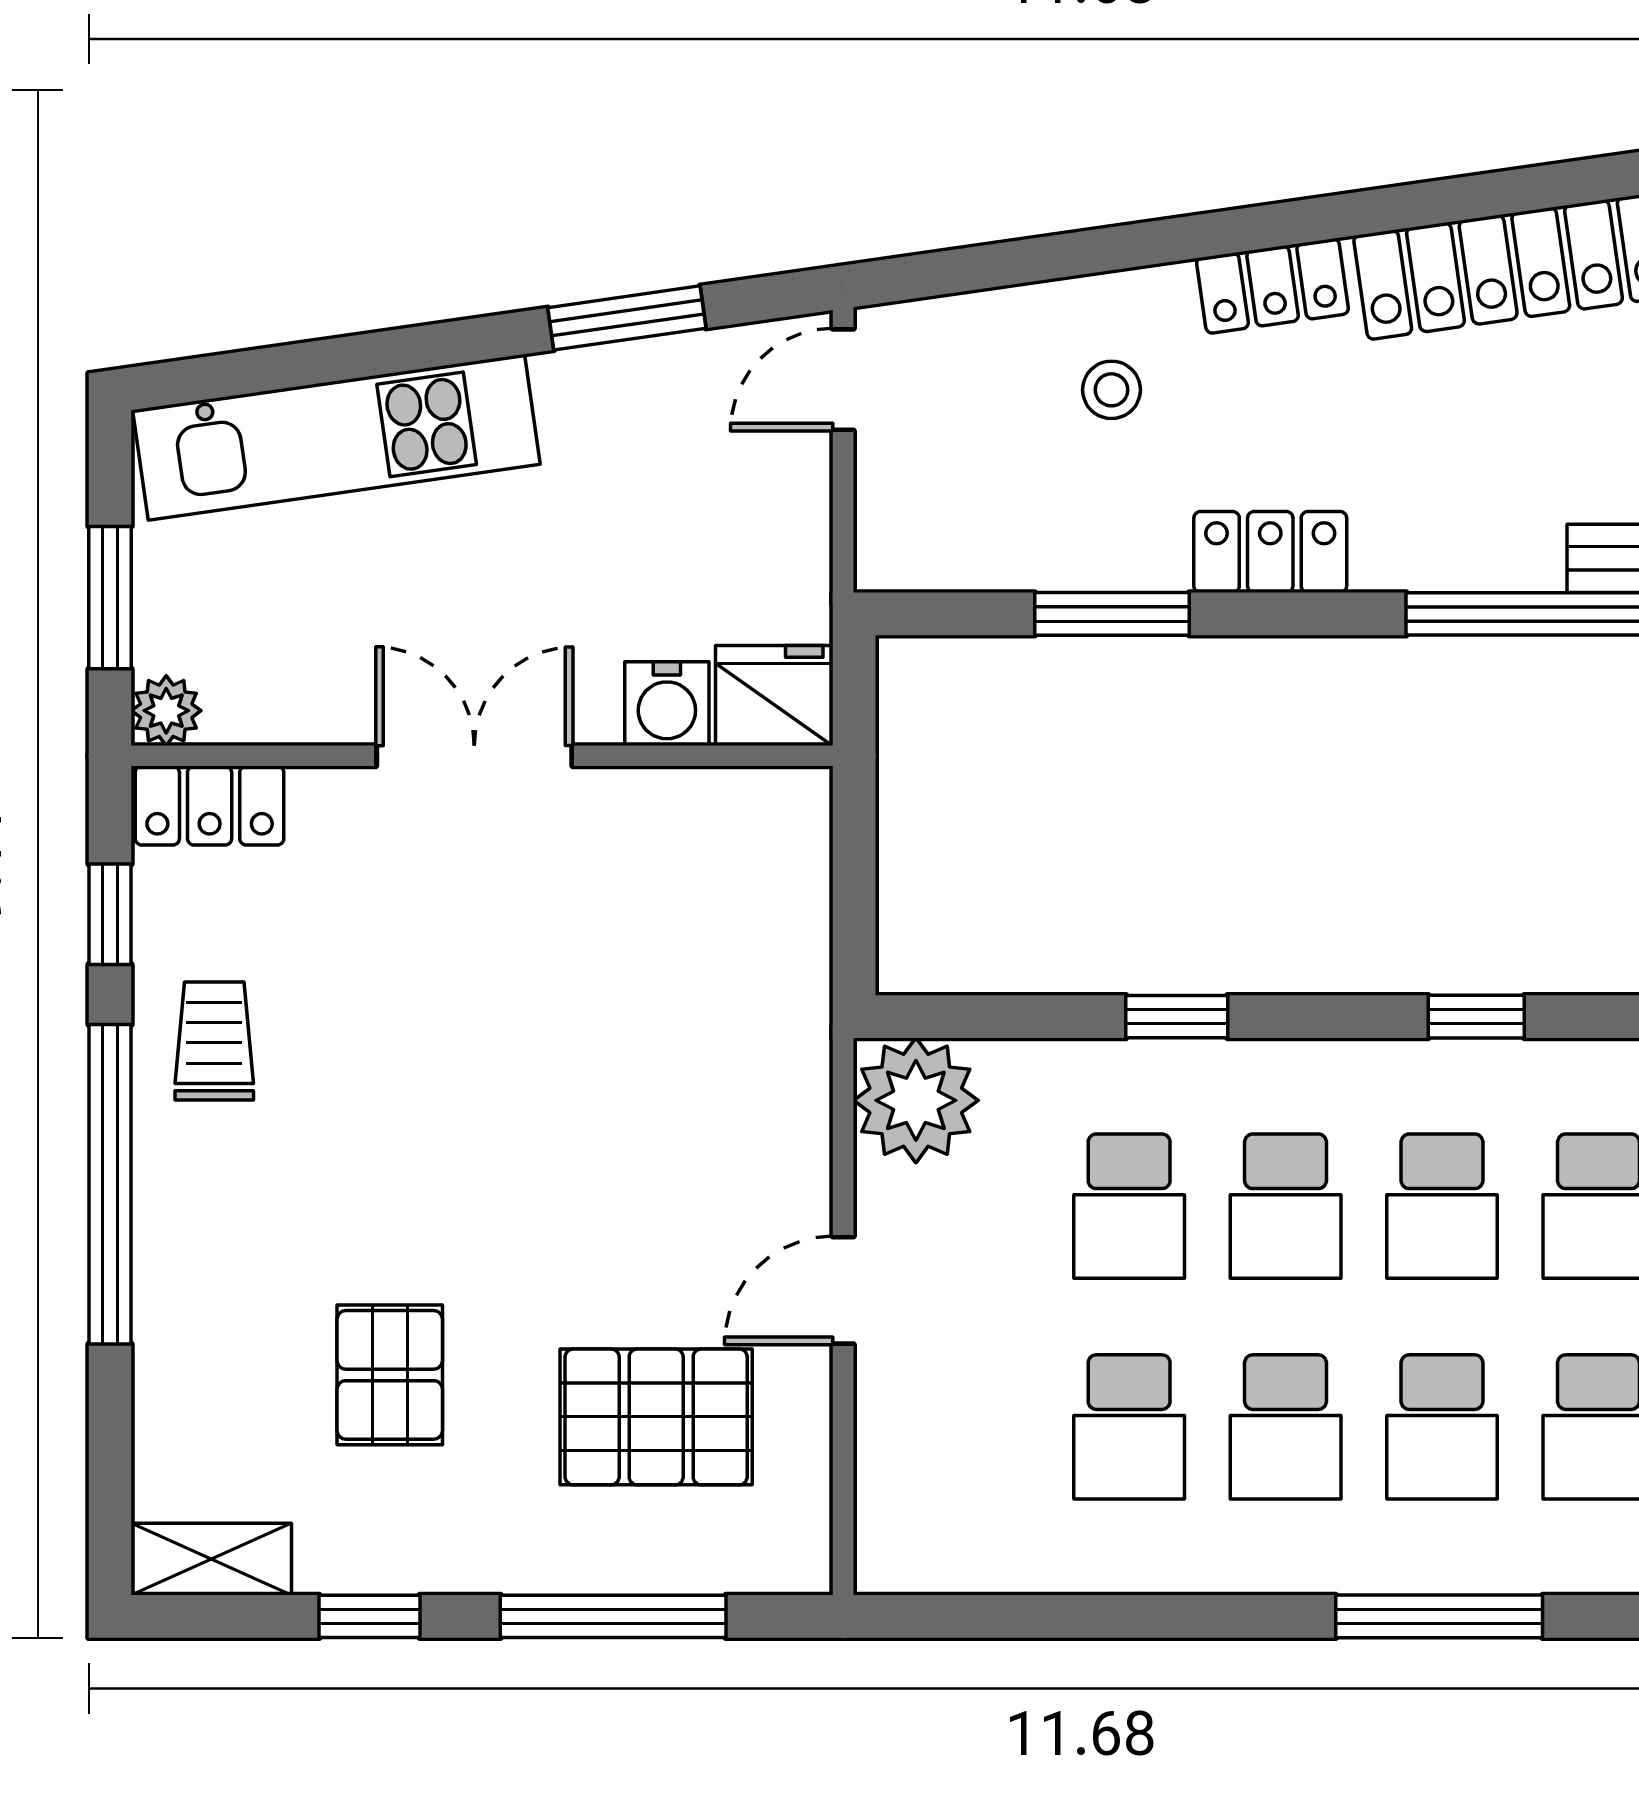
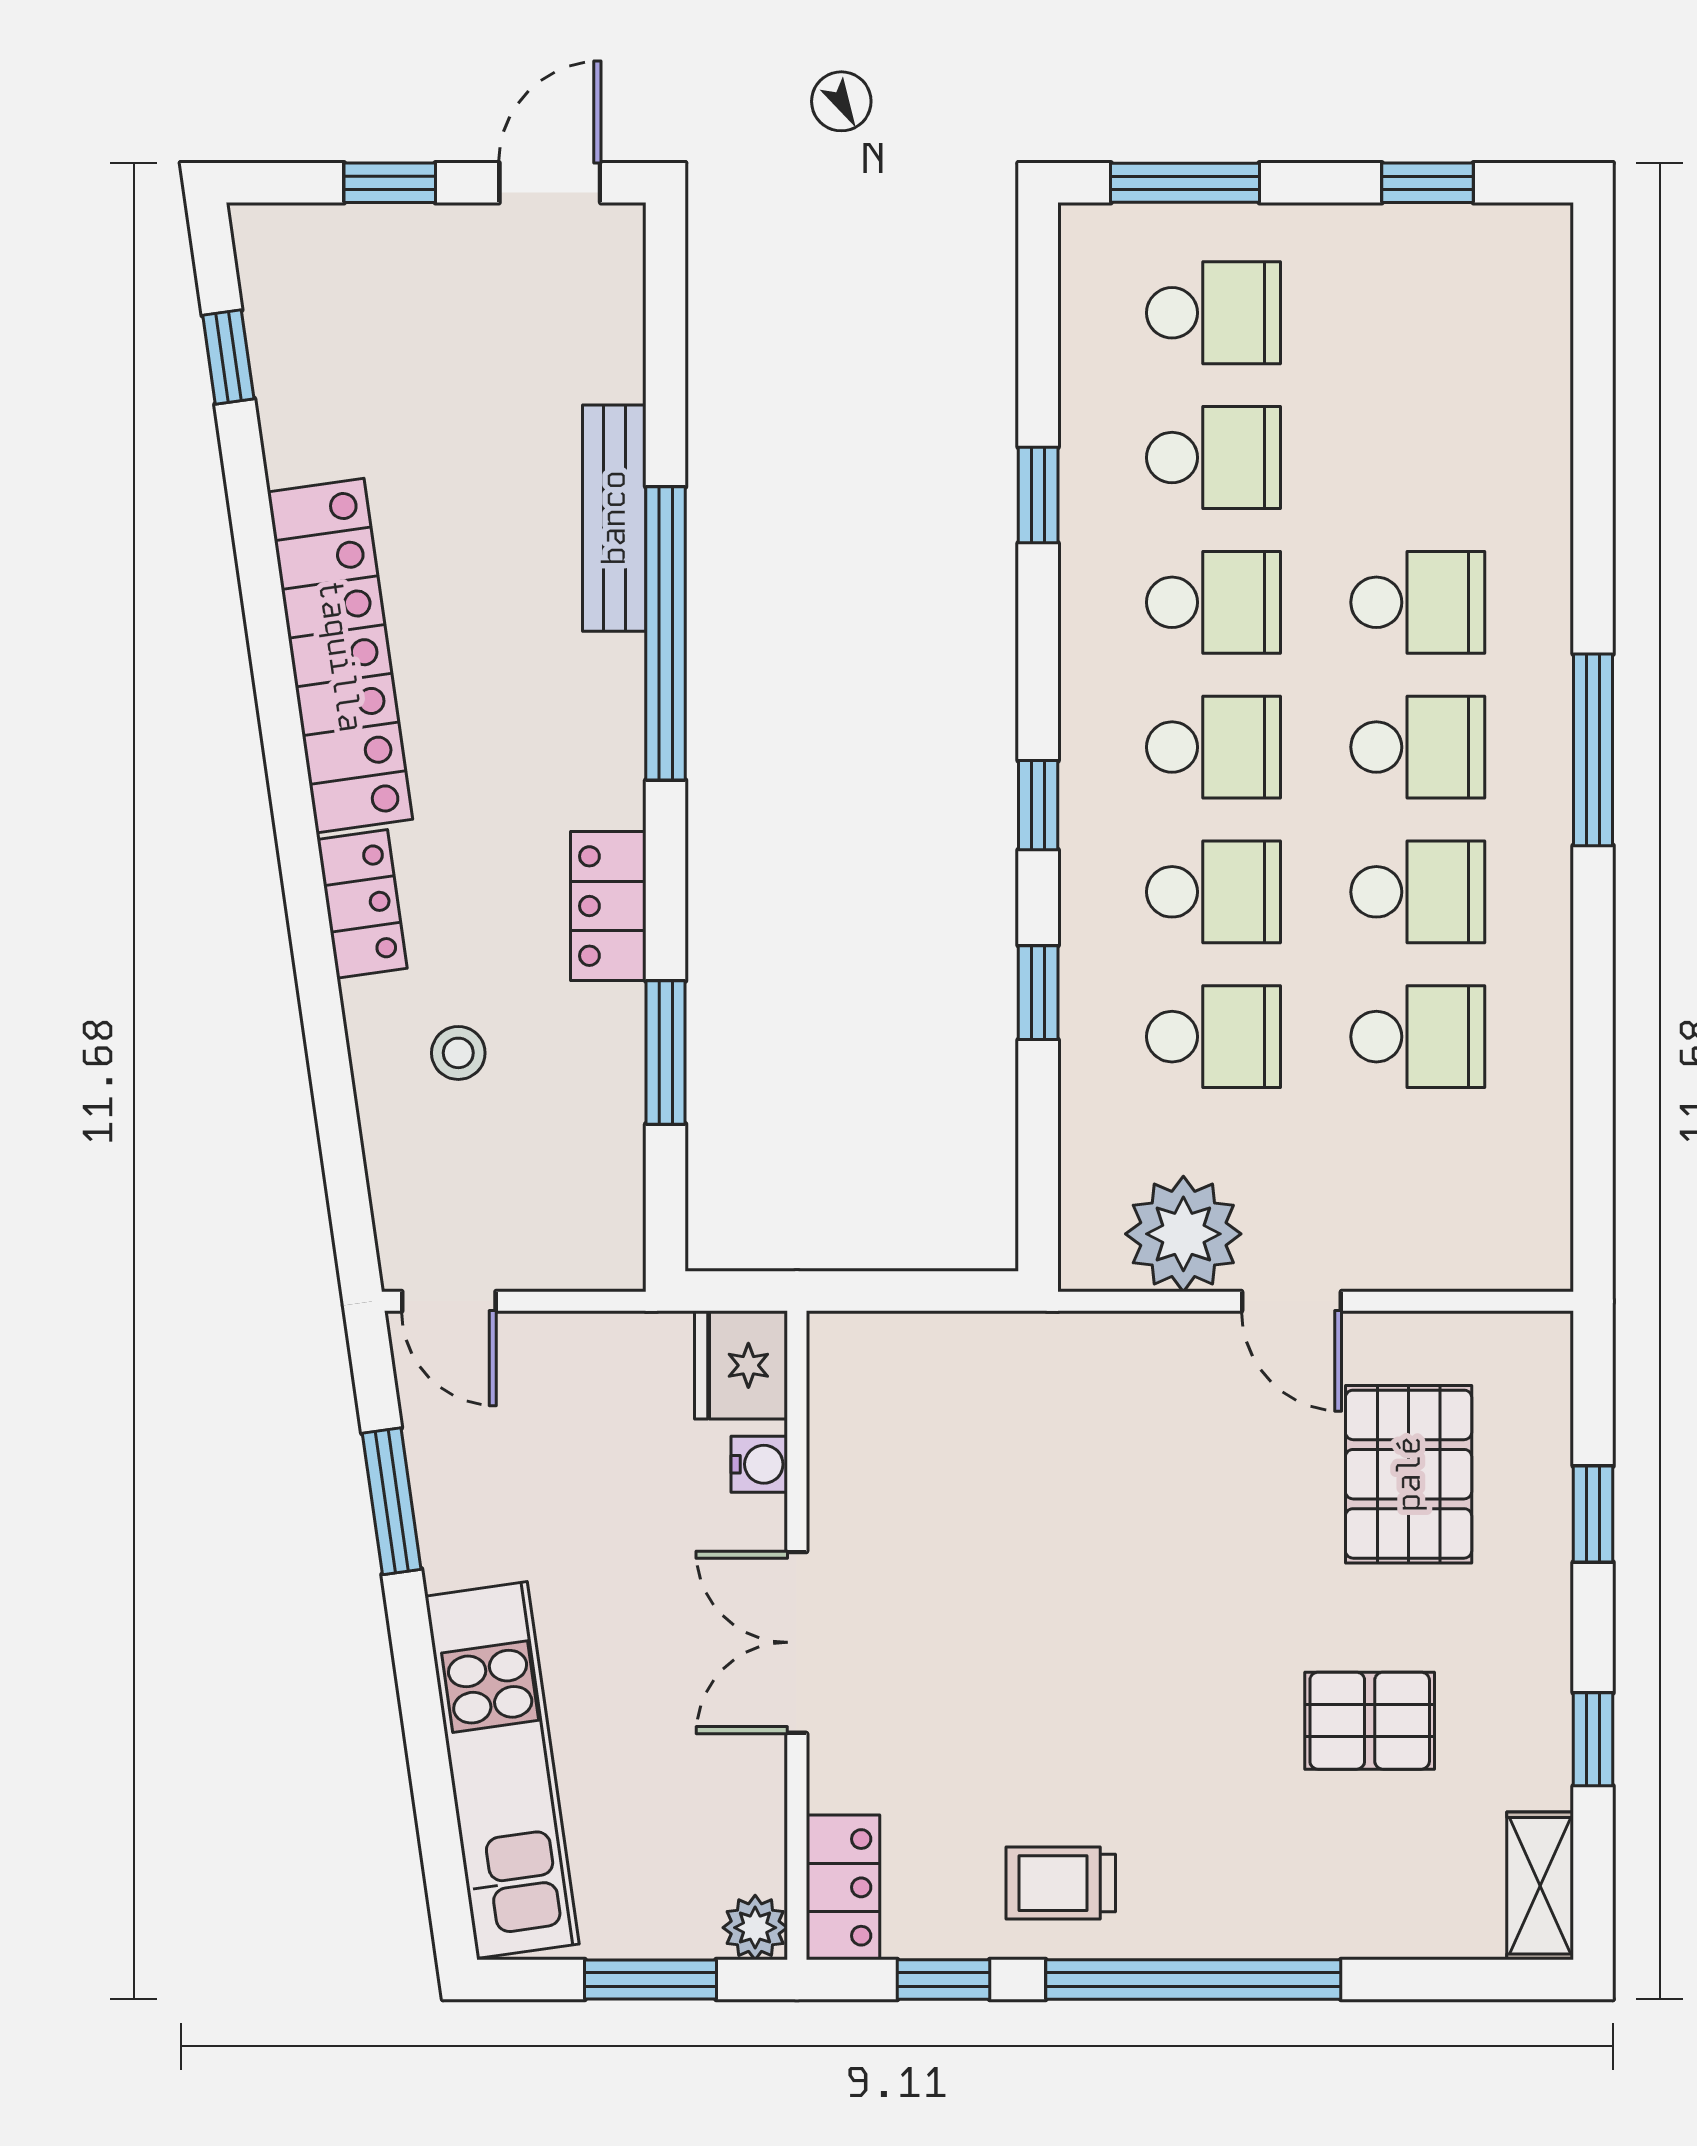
water cooler: (667, 704) -> (759, 1464), width x0.72, depth x0.72
window: (1476, 1017) -> (1038, 805), moved
plant: (916, 1100) -> (1183, 1234), moved
window: (613, 1616) -> (1593, 1514), width x0.46

